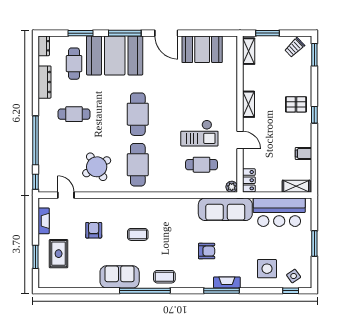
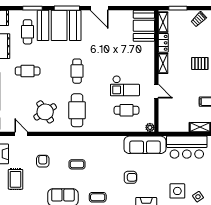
booth: (202, 49) -> (144, 26), moved, turned 90
cafe table: (138, 114) -> (77, 71), width x0.73, depth x0.74
locker: (249, 180) -> (163, 43), moved

